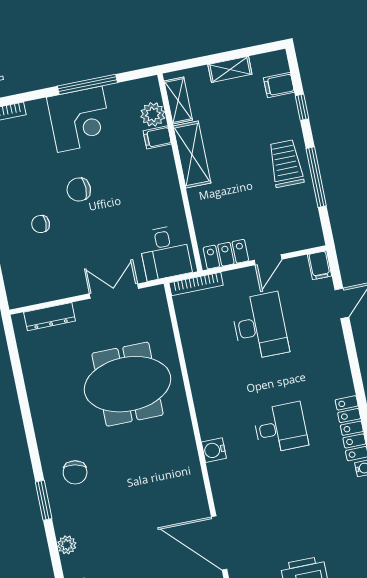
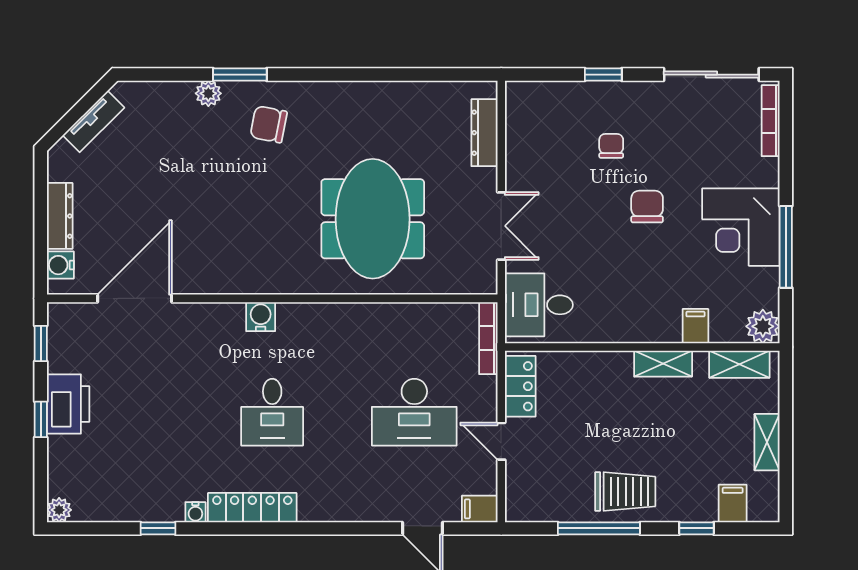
plant: (153, 114) -> (763, 326), moved
shelving: (192, 155) -> (663, 364), width x0.67, depth x0.75
plant: (67, 545) -> (208, 93), moved

